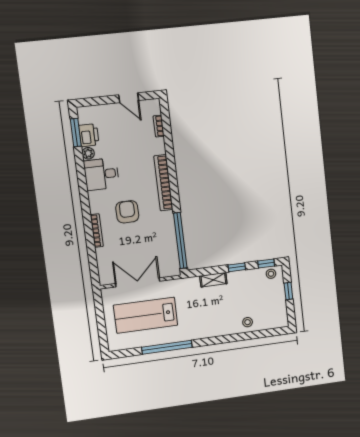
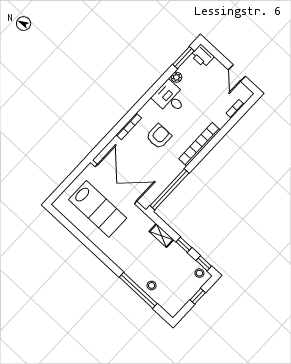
printer: (89, 135) -> (202, 56), moved, turned 90
double door: (138, 282) -> (116, 184), width x1.36
lab bench: (146, 315) -> (98, 209), turned 180
window: (167, 347) -> (138, 290), moved

